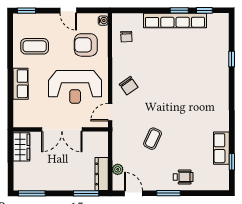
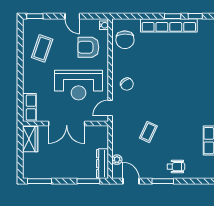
chair: (126, 37) -> (125, 40), width x1.87, depth x1.87
coffee table: (35, 46) -> (42, 48), turned -71
row of seats: (21, 84) -> (29, 108), moved

